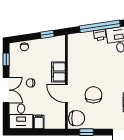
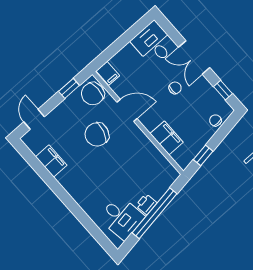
filing cabinet: (58, 72) -> (167, 138), moved
chair: (93, 95) -> (97, 134), turned 106
filing cabinet: (39, 122) -> (108, 73), moved

